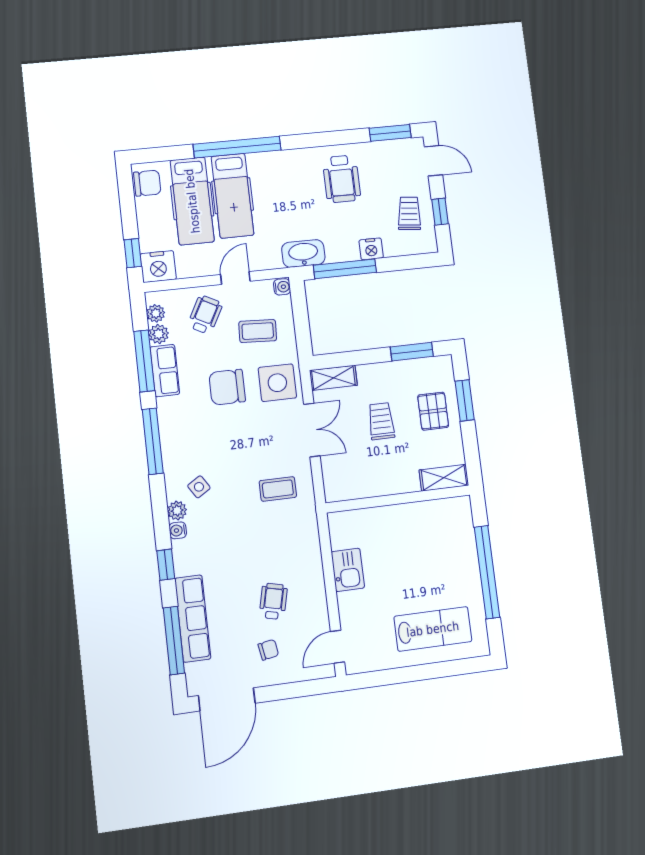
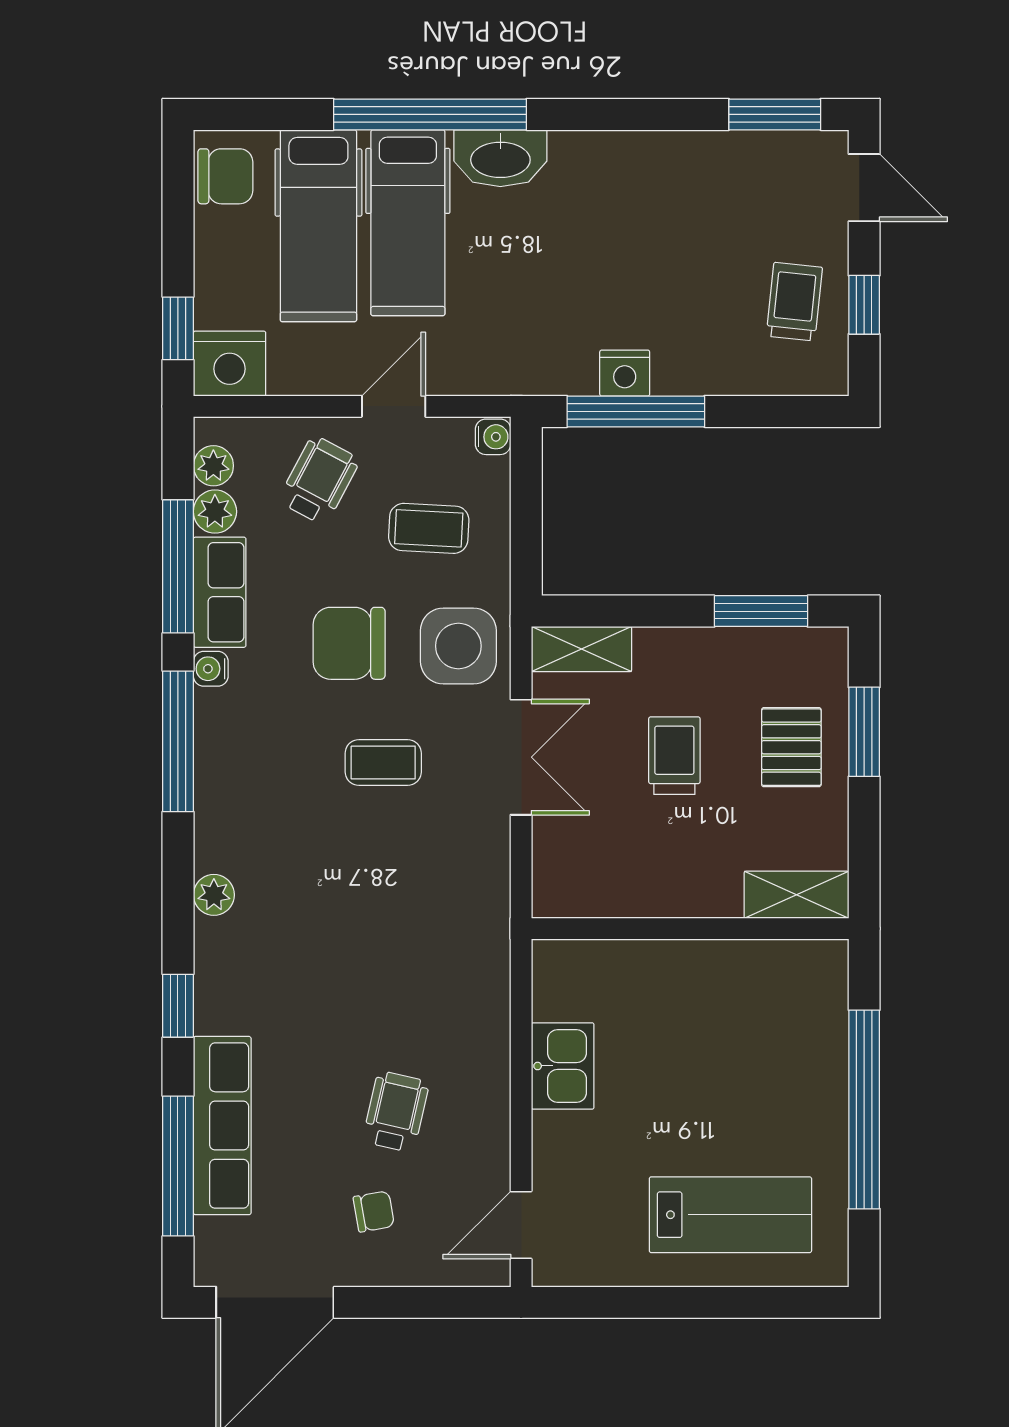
wheelchair: (342, 179) -> (653, 209), removed
nightstand: (371, 249) -> (625, 373), moved
washbasin: (303, 253) -> (500, 158), moved, turned 180
side table: (199, 487) -> (265, 850), removed
coffee table: (278, 489) -> (383, 763), moved
water cooler: (178, 530) -> (211, 669), moved

